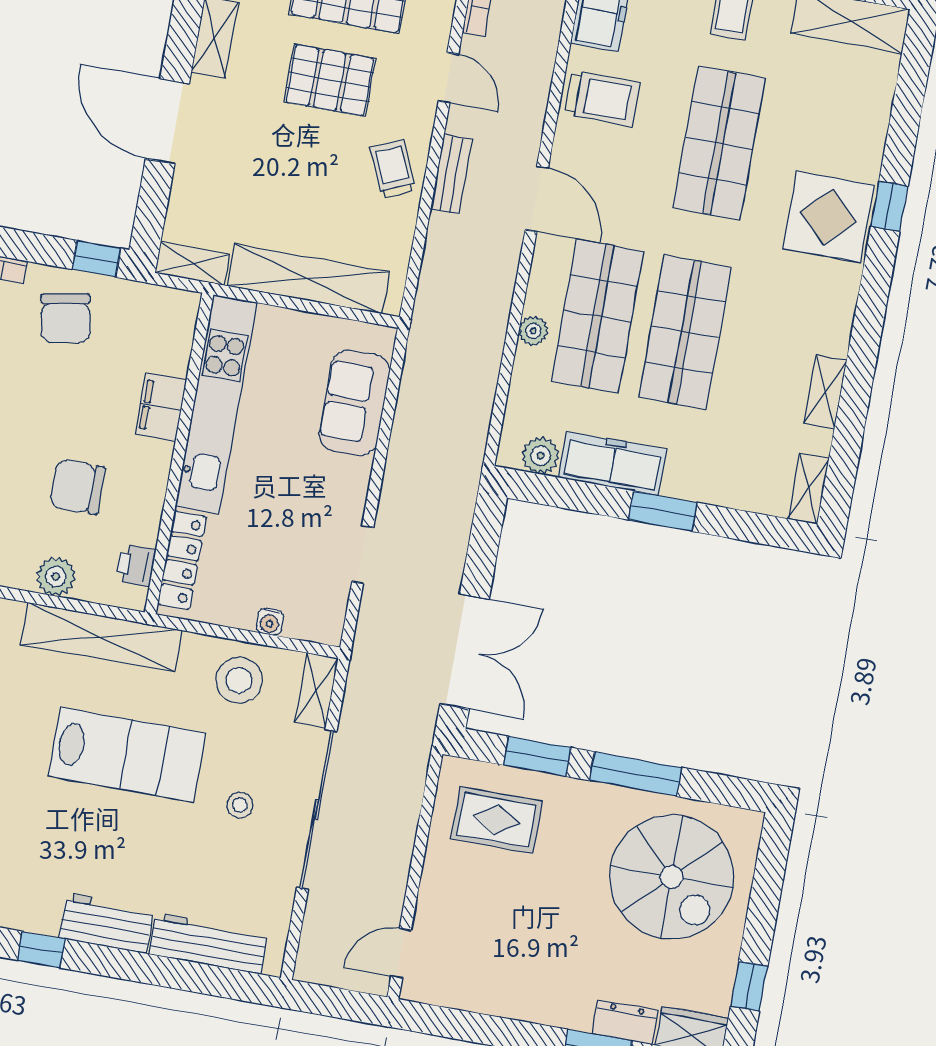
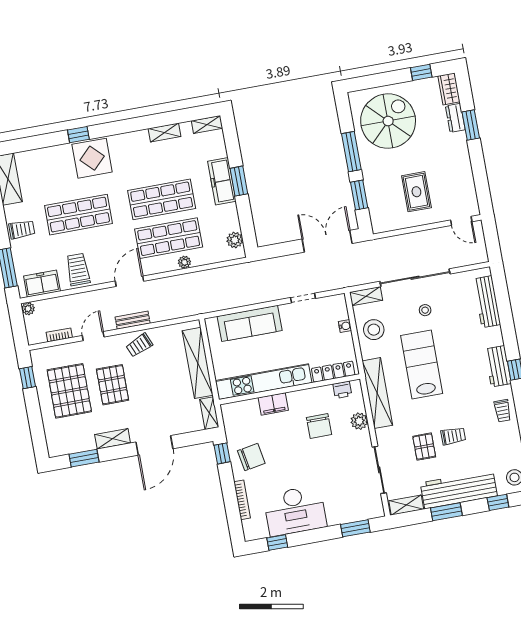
sofa: (354, 403) -> (250, 323), width x1.36
freezer: (612, 463) -> (222, 181), moved
rug: (496, 820) -> (416, 192), moved
workbench: (107, 923) -> (498, 366), moved

